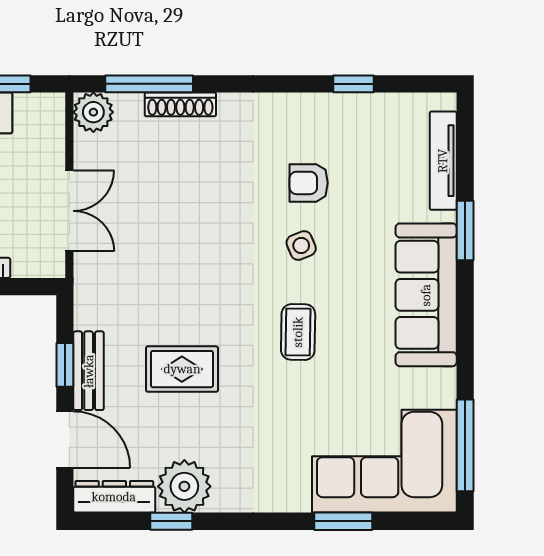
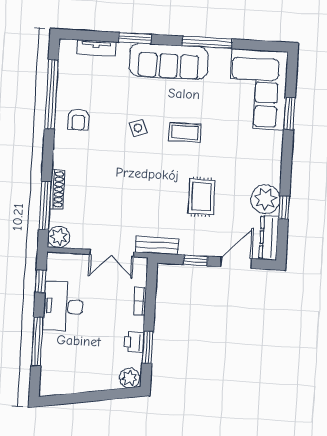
window: (354, 84) -> (51, 94), width x3.17
tv unit: (443, 161) -> (96, 48), width x0.71
armchair: (309, 183) -> (78, 119), moved
double door: (69, 211) -> (112, 253), swing flipped
bench: (89, 371) -> (157, 245), moved
window: (465, 445) -> (207, 42), moved

